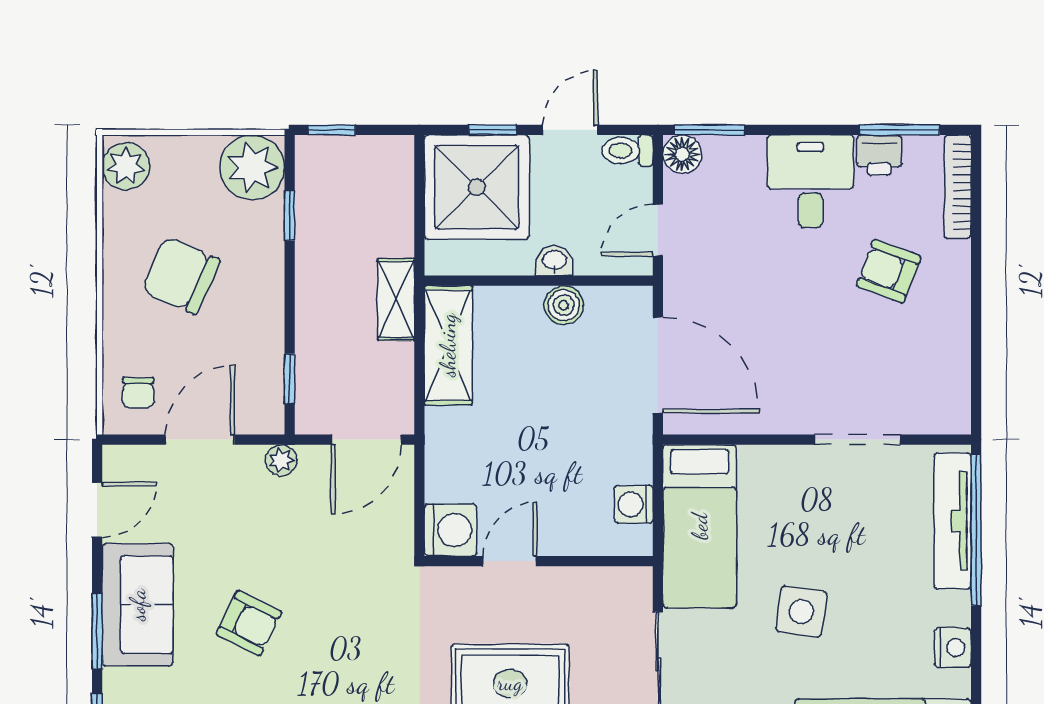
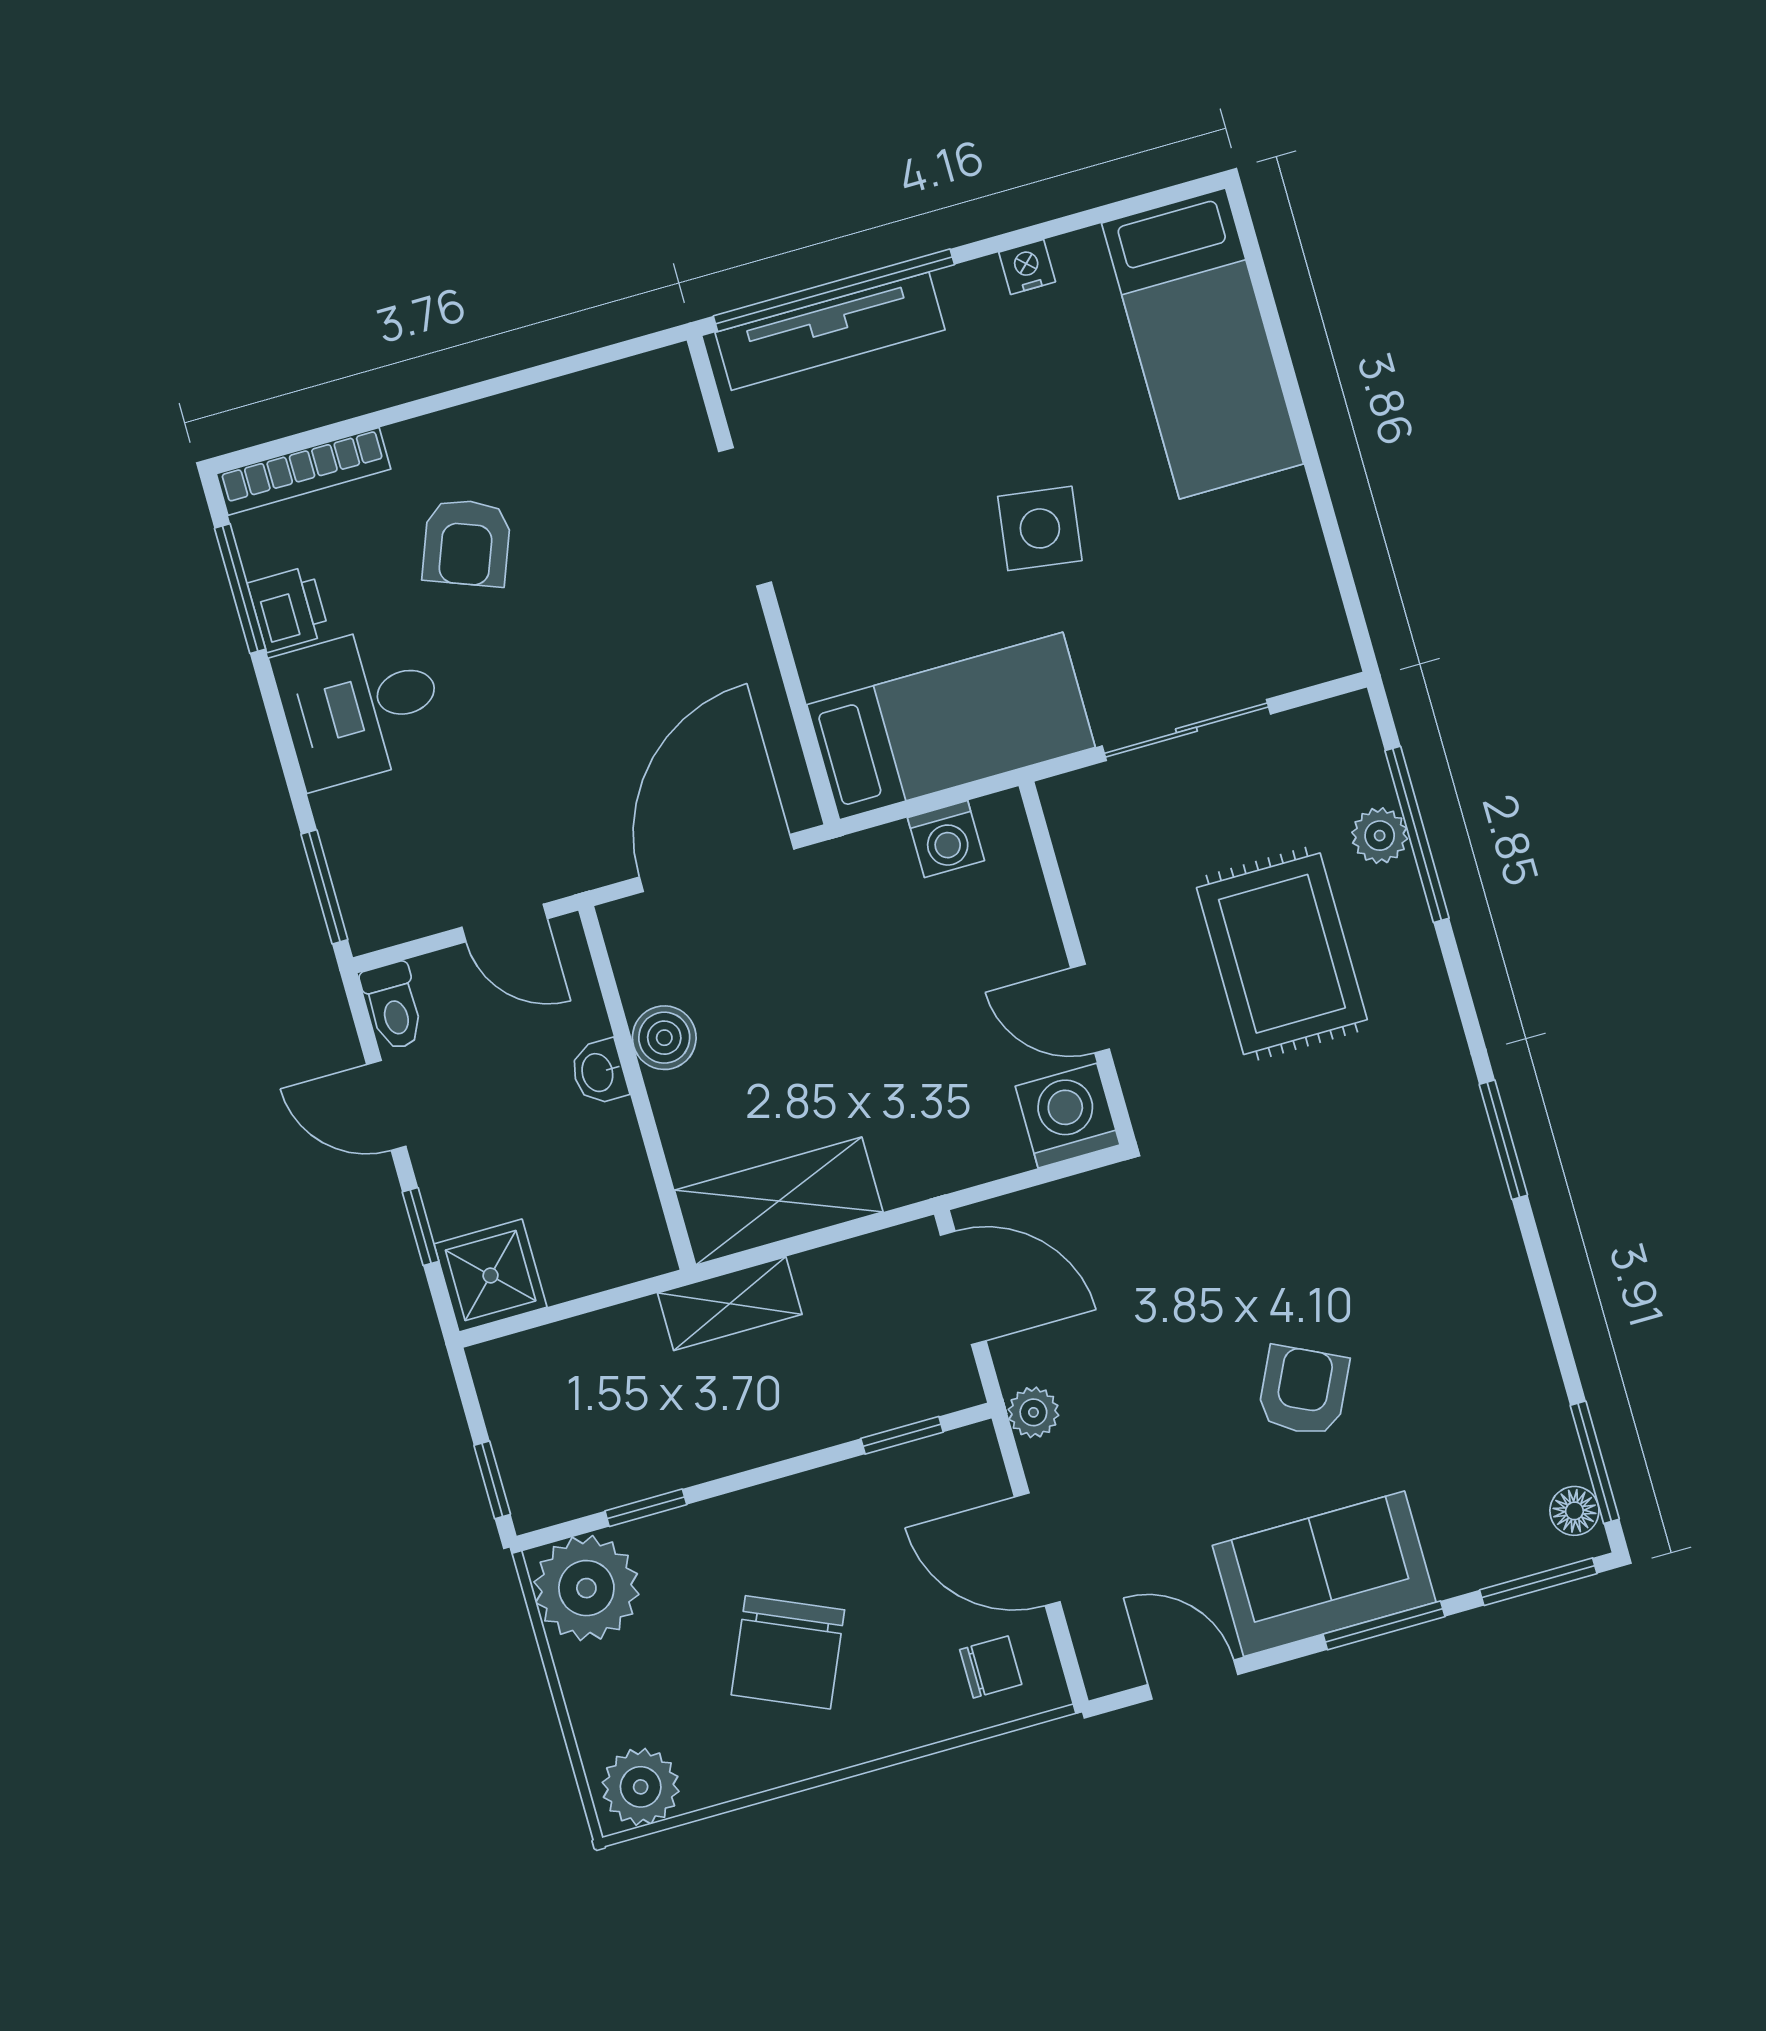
floor lamp: (682, 154) -> (375, 918), removed
shower: (477, 187) -> (491, 1275), width x0.54, depth x0.54
nightstand: (953, 648) -> (1027, 267), width x0.72, depth x0.74

